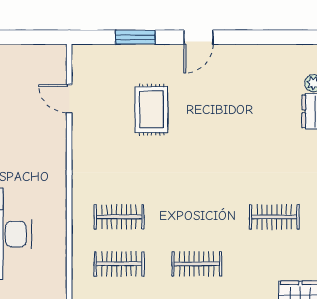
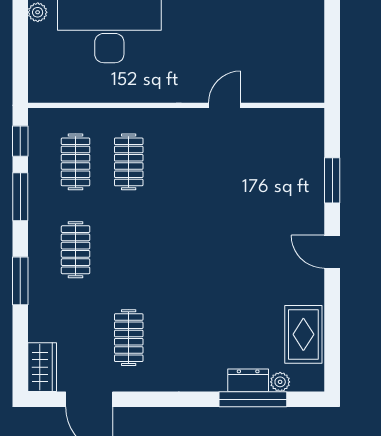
door: (69, 99) -> (225, 105), moved
rug: (151, 110) -> (303, 334), moved, turned 90

